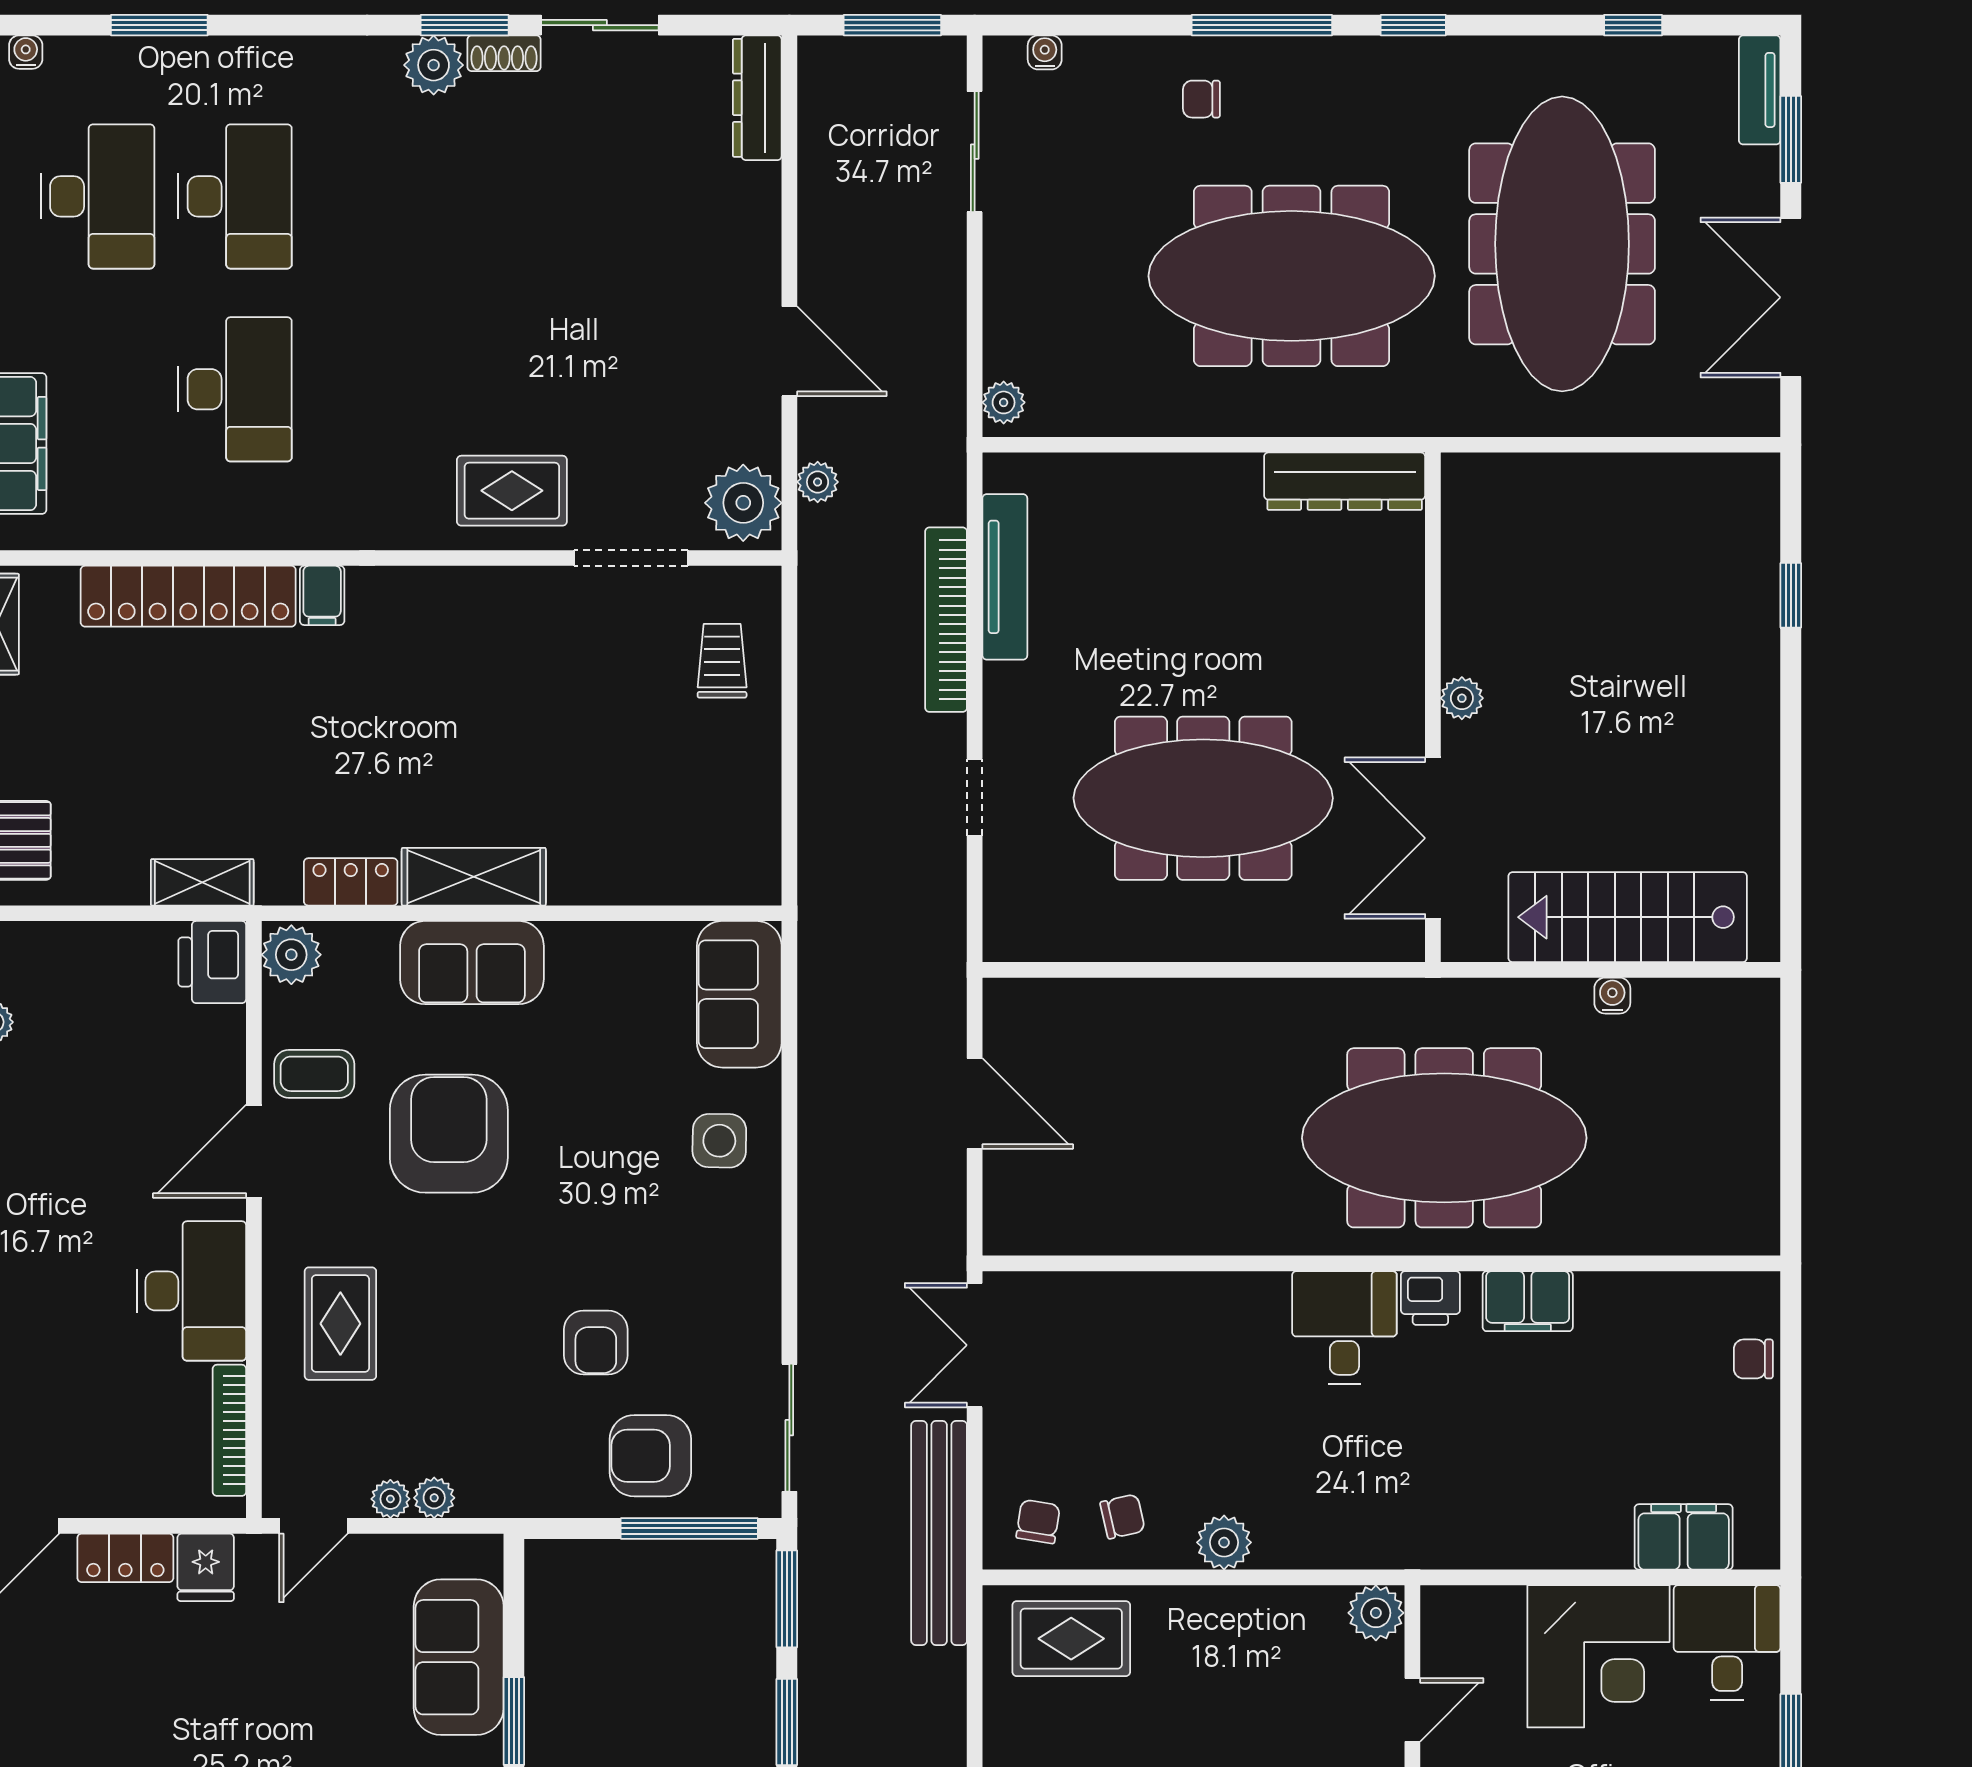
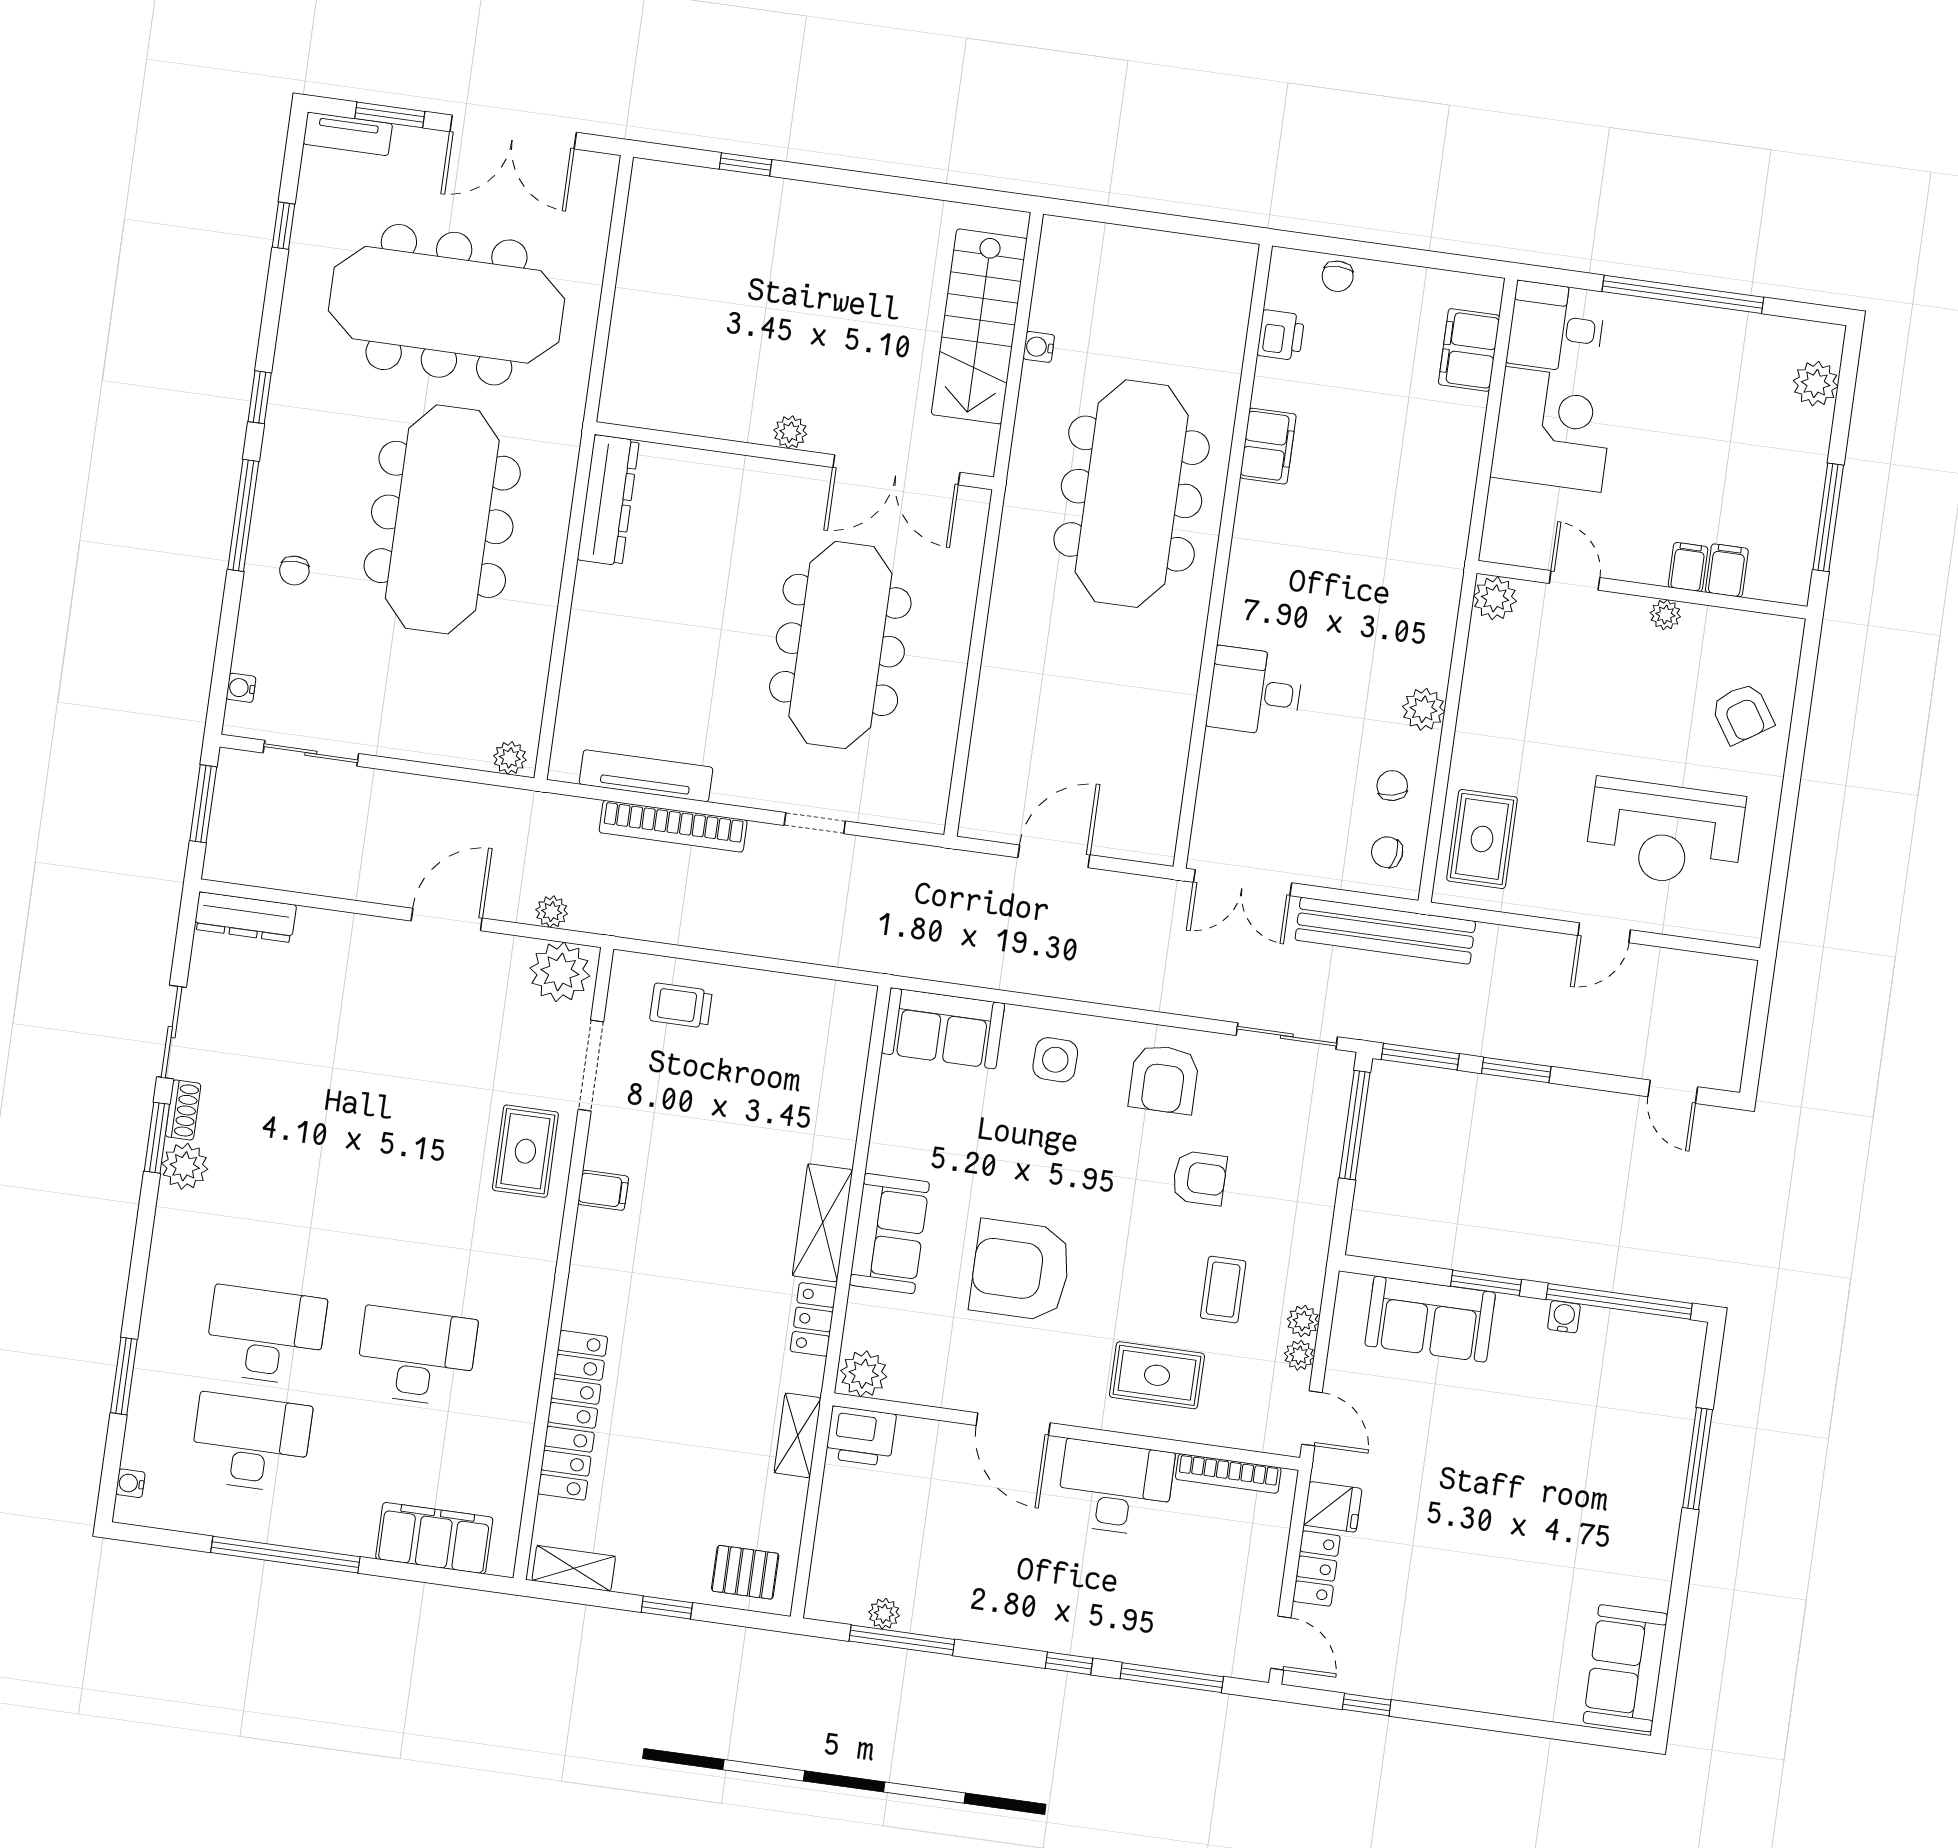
filing cabinet: (322, 595) -> (603, 1190), moved
coffee table: (314, 1074) -> (1223, 1290), moved
printer: (1430, 1298) -> (1281, 335), moved
desk: (1344, 1327) -> (1255, 691), moved
armchair: (650, 1456) -> (1164, 1079), moved

